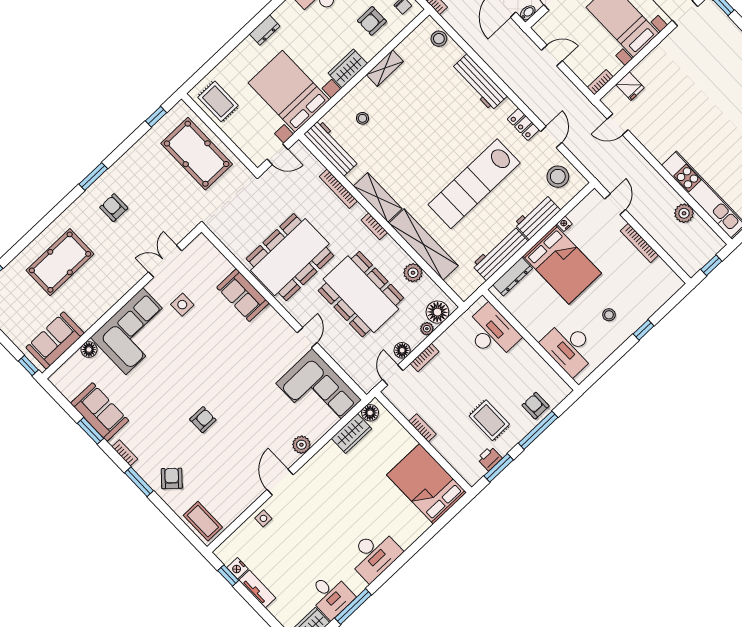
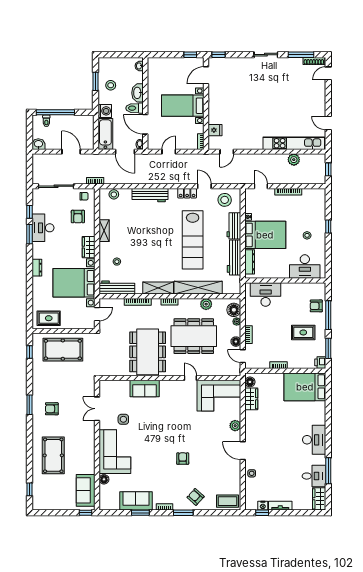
printer: (490, 458) -> (320, 362), moved

